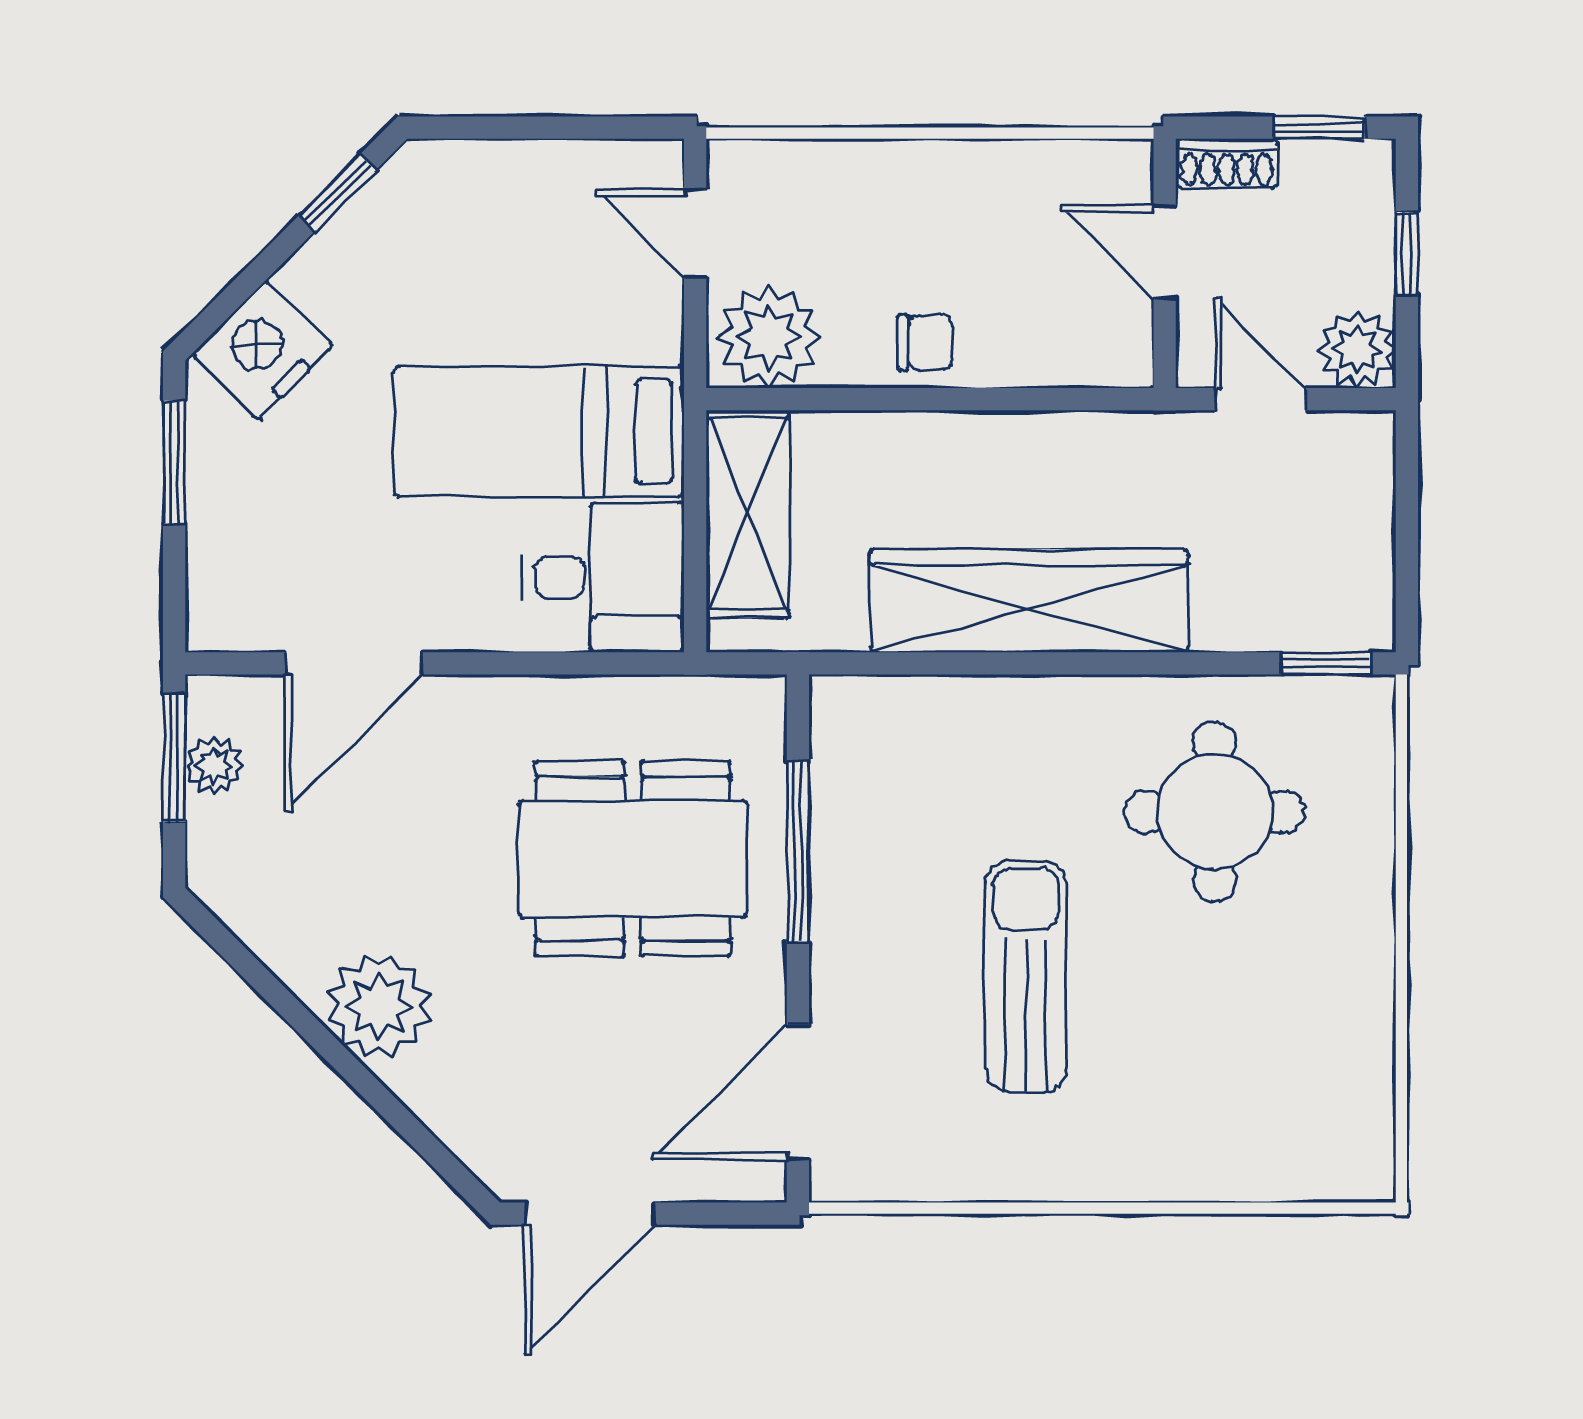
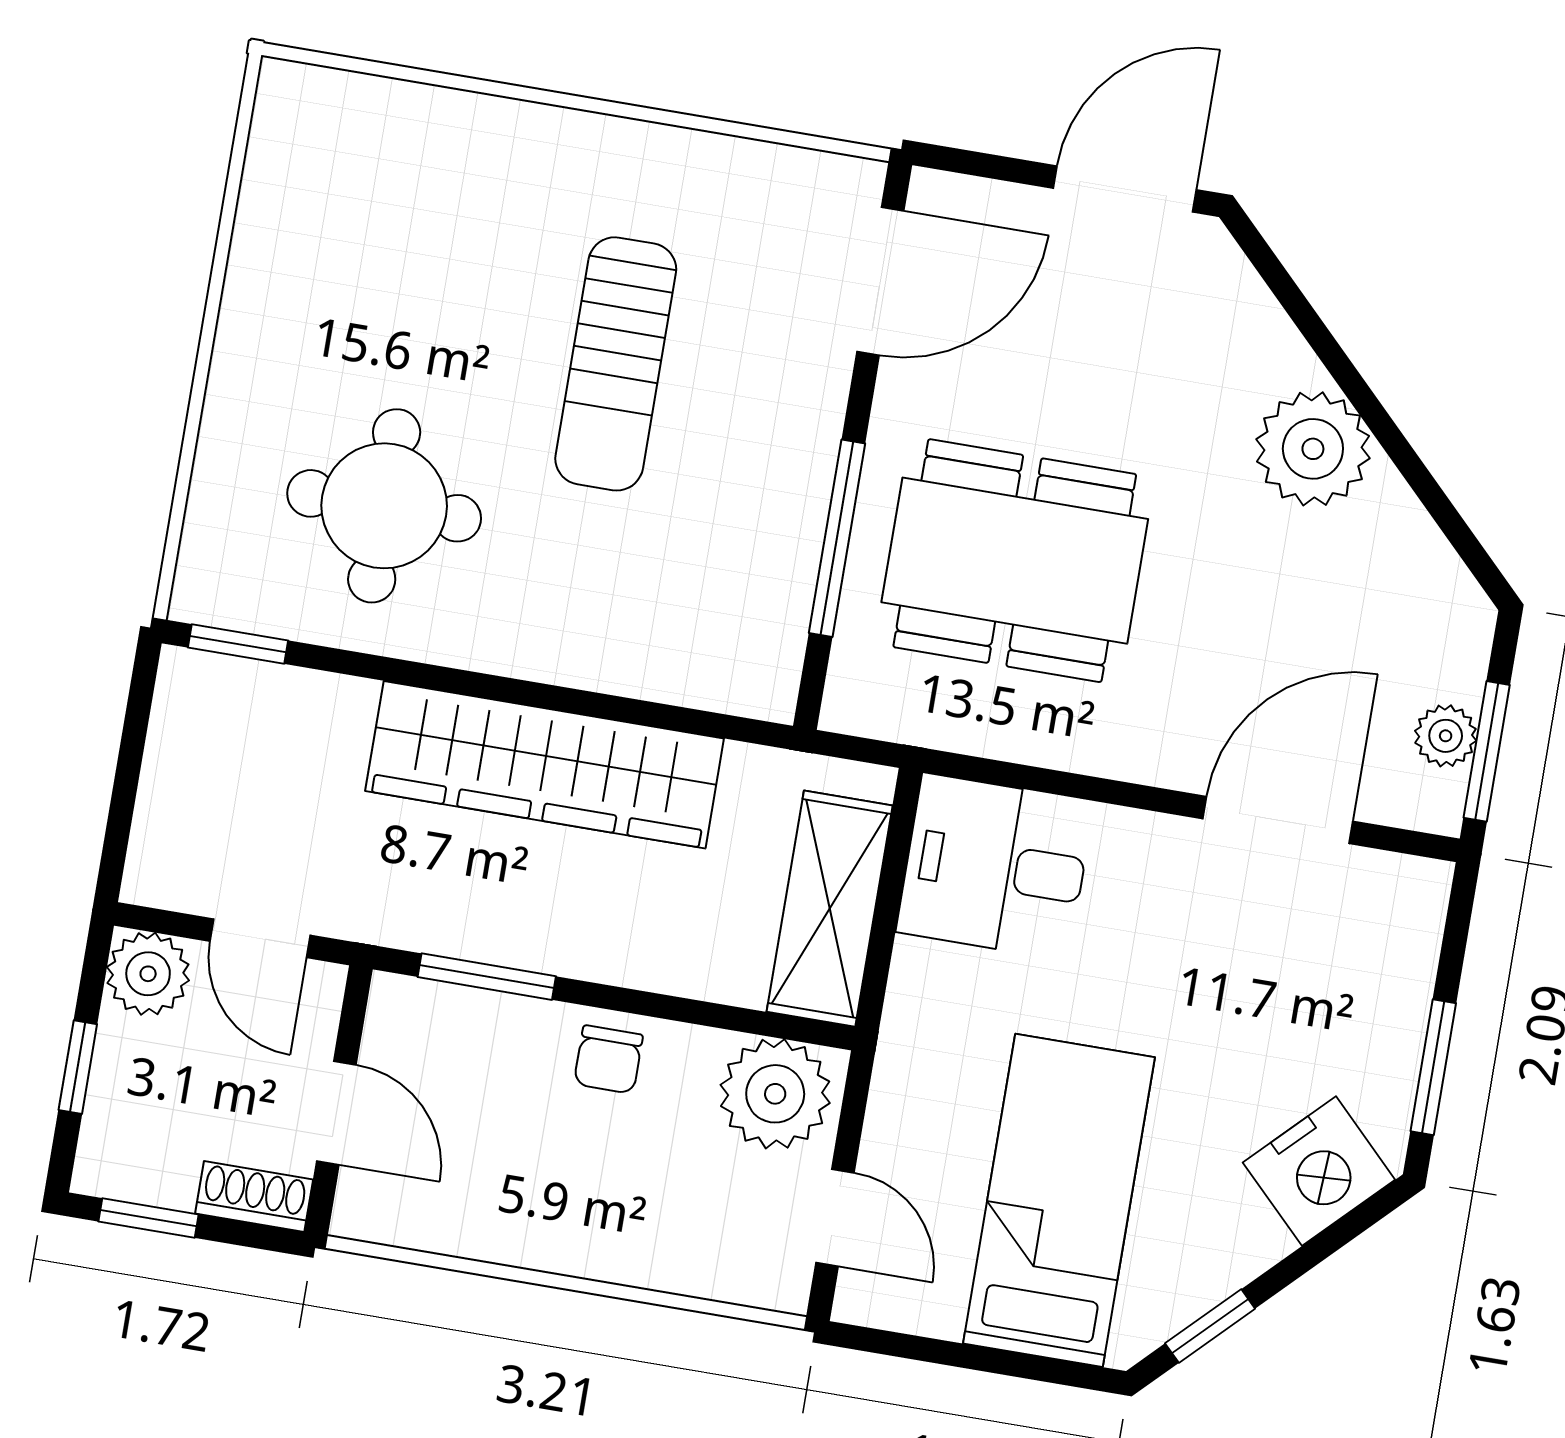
chair: (926, 343) -> (608, 1059), turned -90
window: (1049, 399) -> (487, 977), added
bed: (539, 431) -> (1059, 1200), moved, turned -90

